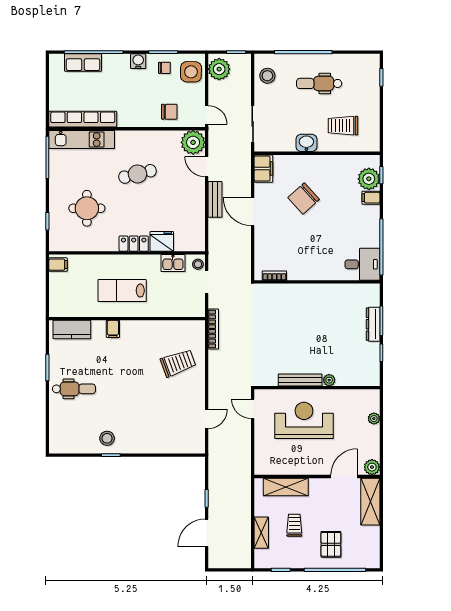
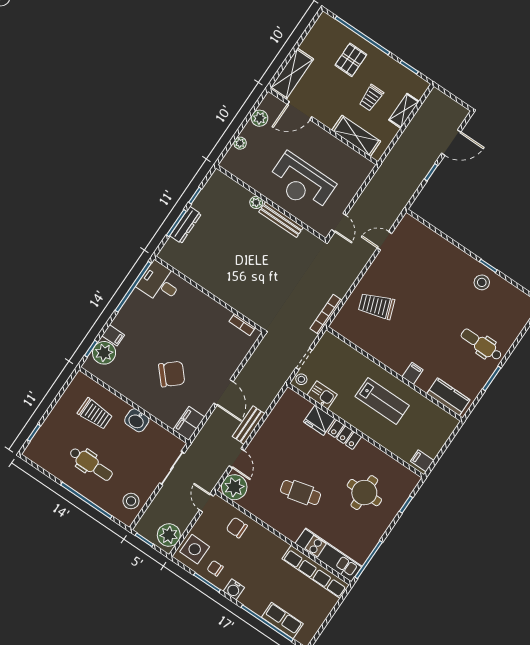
plant: (372, 467) -> (260, 118), moved

